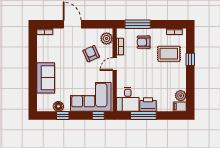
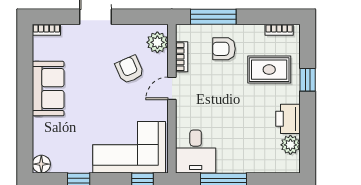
sofa: (46, 78) -> (48, 89), moved
printer: (148, 105) -> (288, 119), moved, turned -90
floor lamp: (58, 106) -> (41, 164), moved
filing cabinet: (180, 107) -> (289, 165), removed

